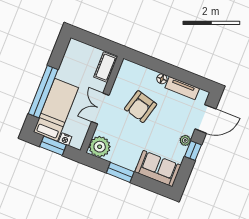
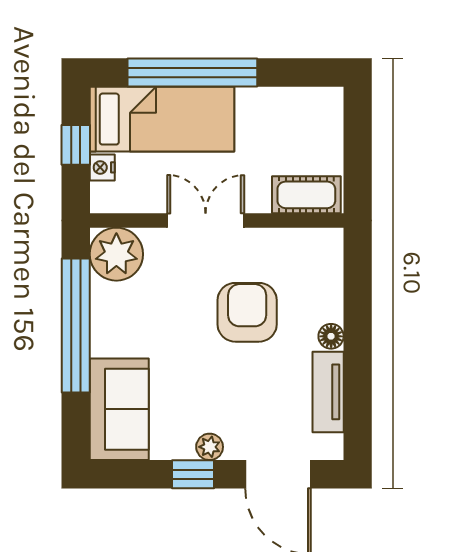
armchair: (141, 107) -> (247, 312), turned 75
window: (53, 146) -> (76, 145), width x0.67
window: (120, 172) -> (76, 325), width x2.11

